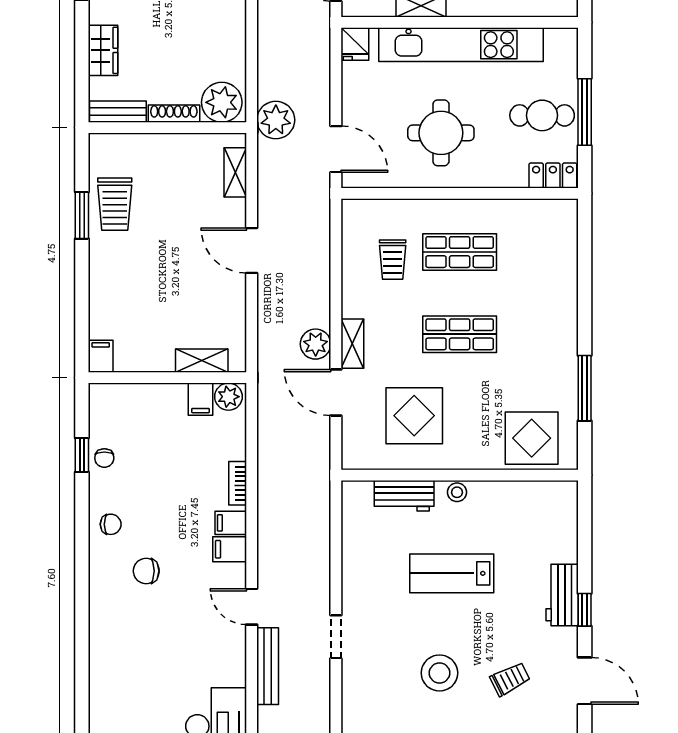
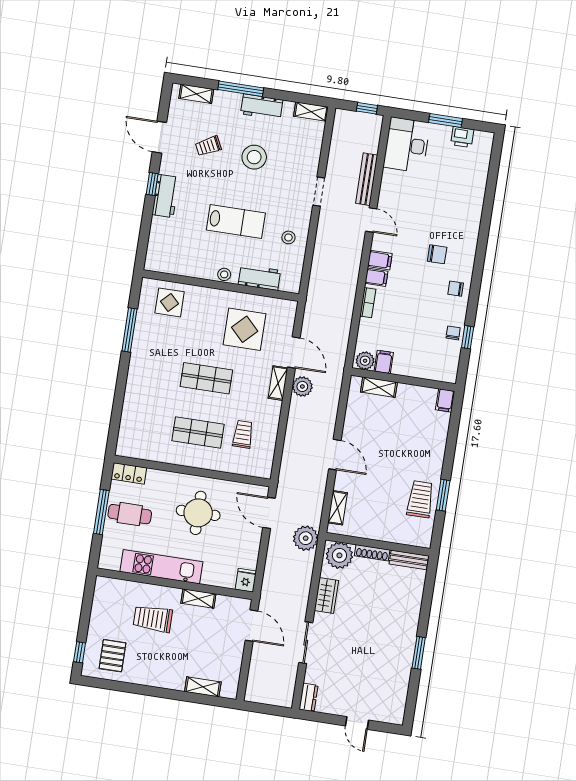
kitchen unit: (461, 45) -> (161, 567), width x0.73
wardrobe: (103, 50) -> (326, 596), moved, turned 180
display table: (532, 438) -> (170, 302), width x0.73, depth x0.73
stool: (370, 562) -> (288, 237), added

